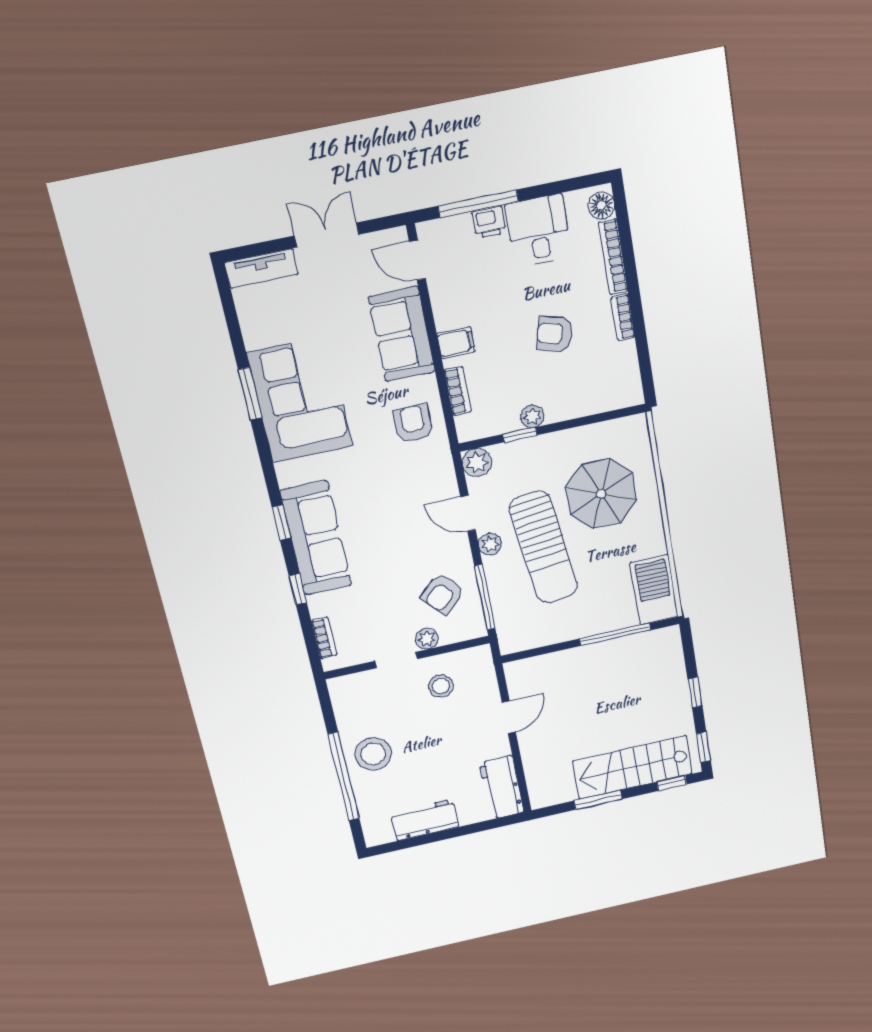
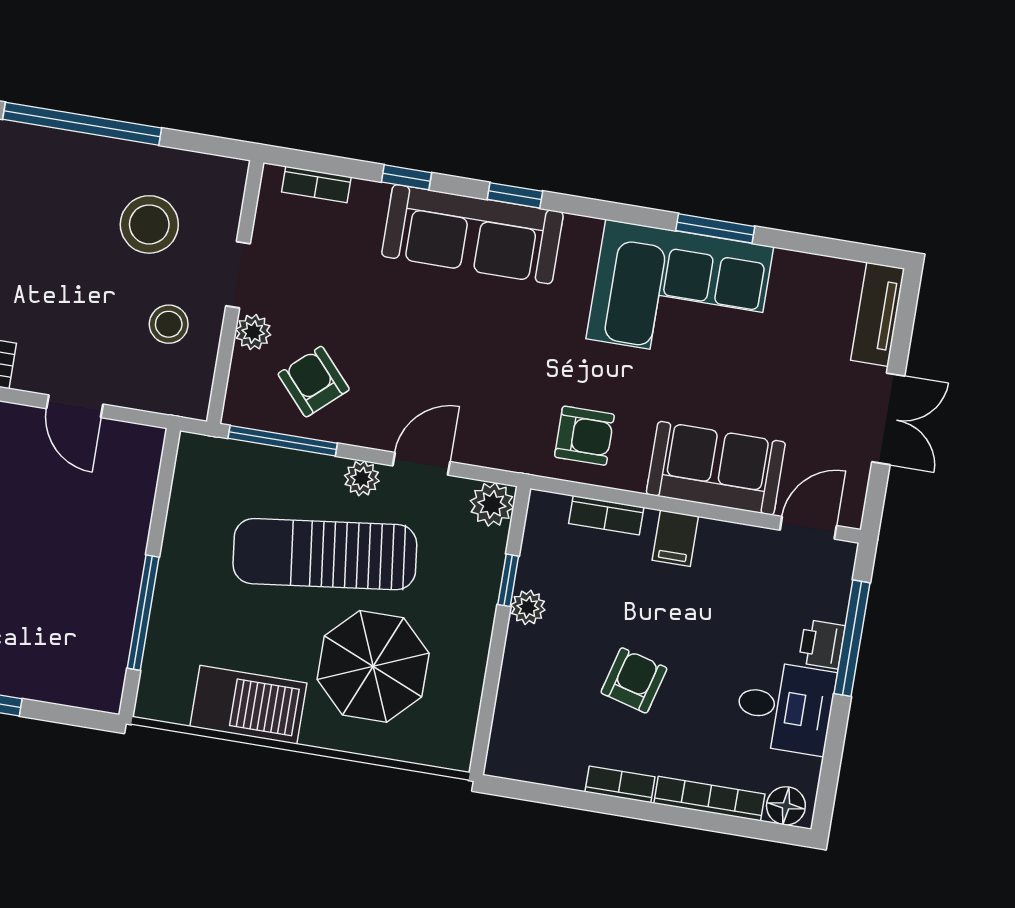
barbecue: (654, 590) -> (248, 705), moved
stool: (373, 754) -> (149, 224), moved

